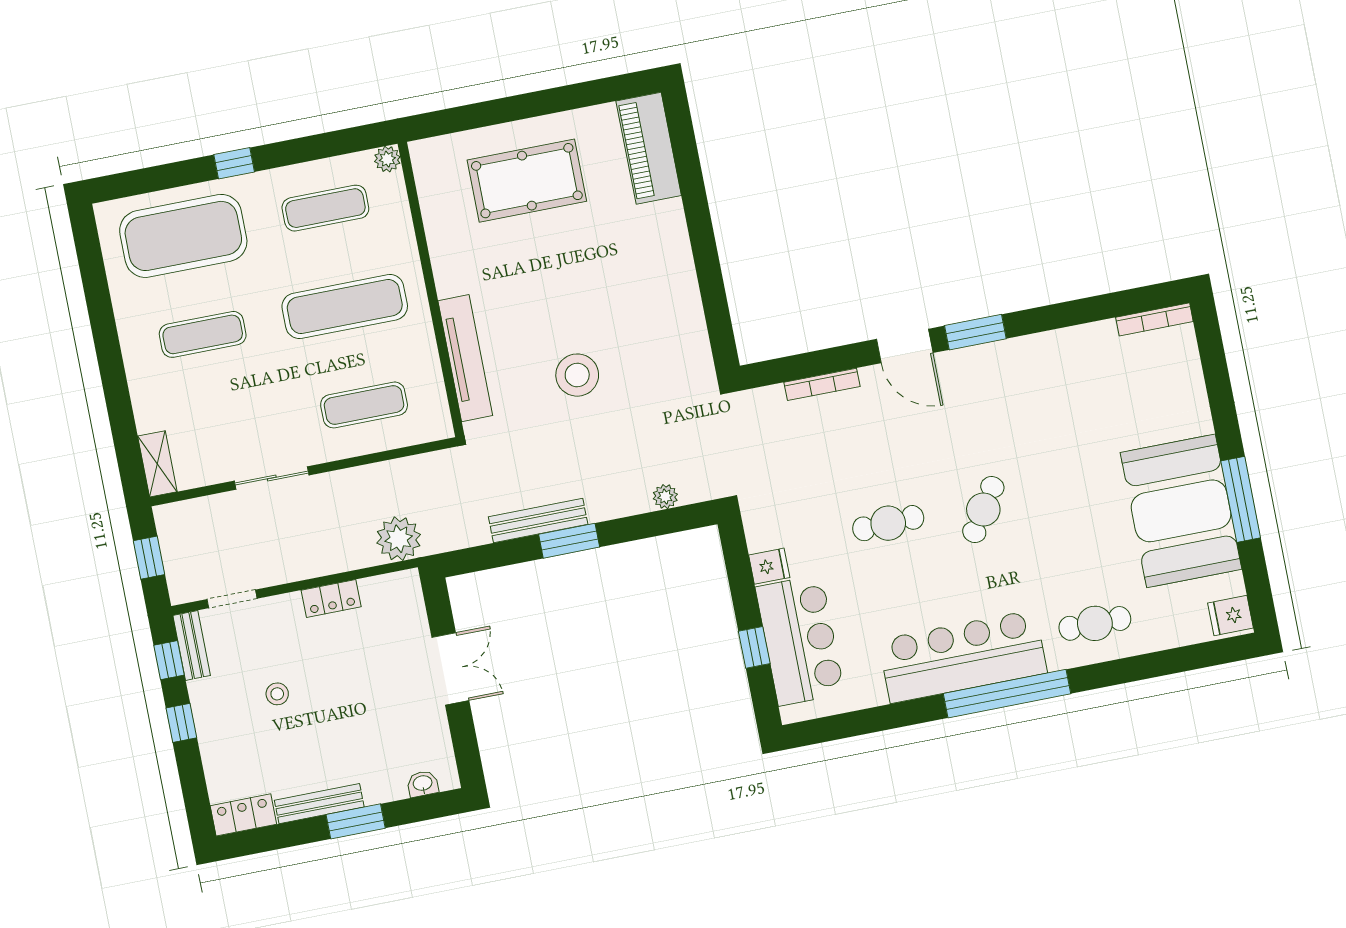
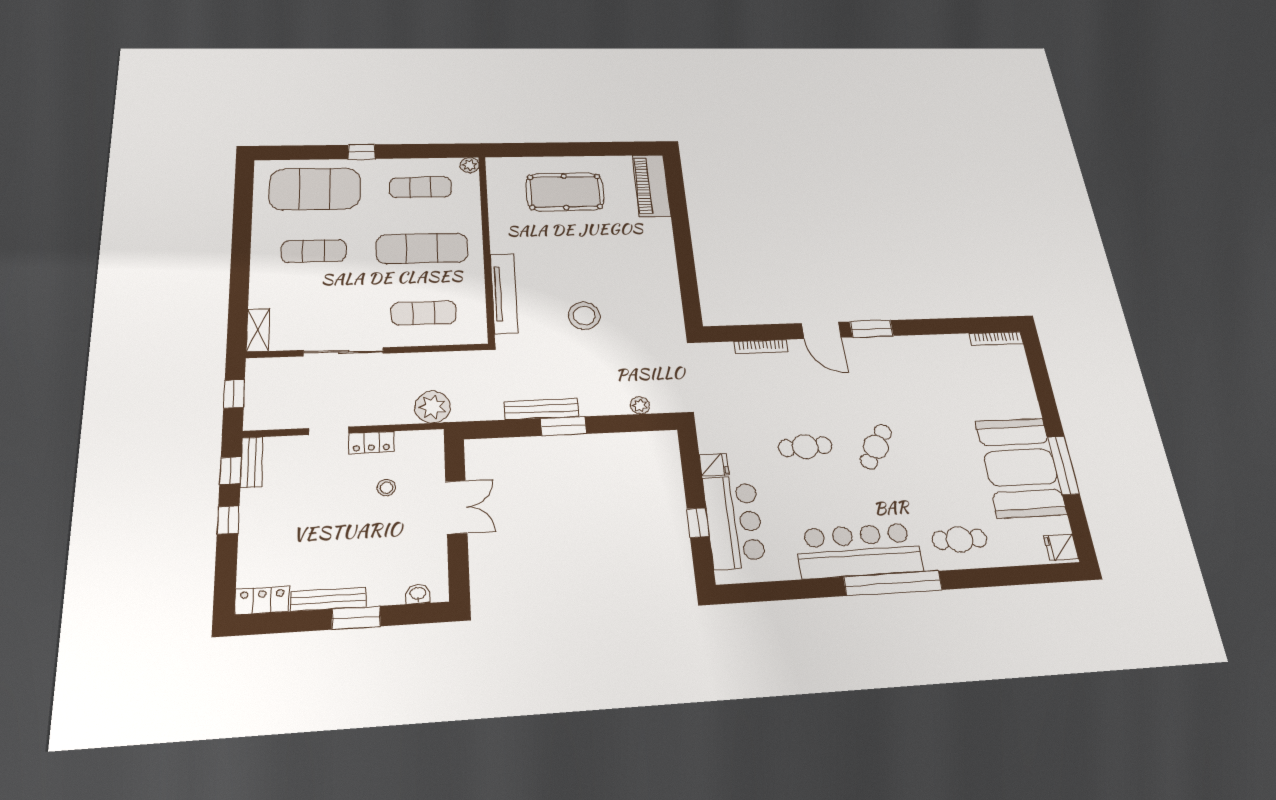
sliding door: (272, 478) -> (343, 352), width x1.37
doorway: (232, 599) -> (329, 431), moved
stool: (277, 694) -> (386, 488), moved

